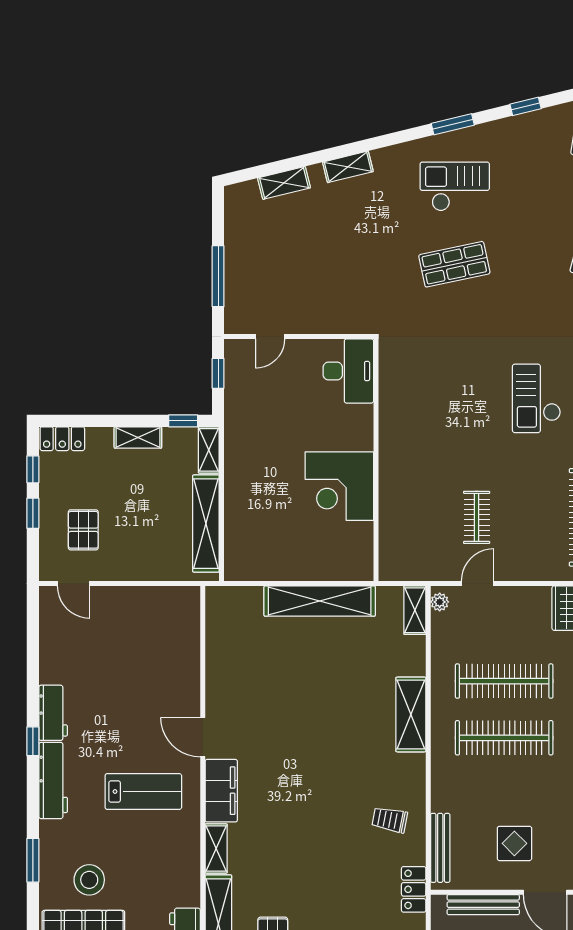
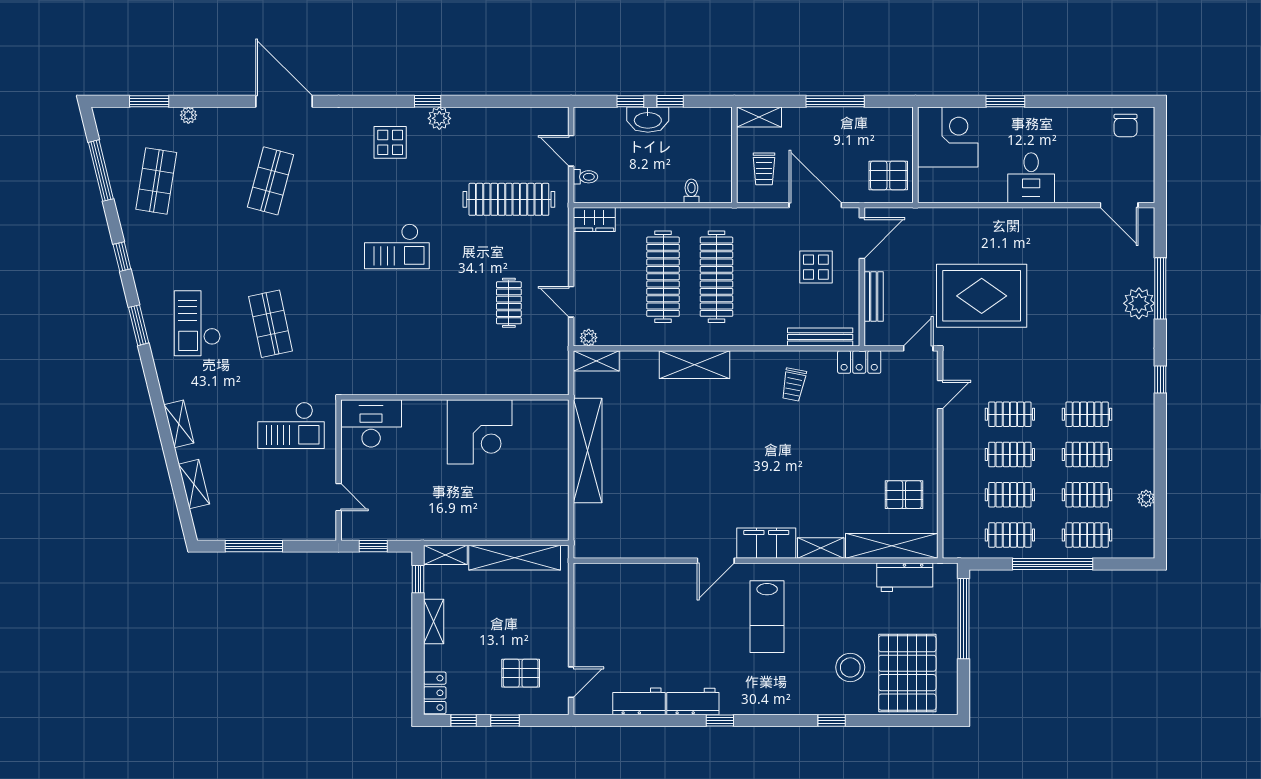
window: (218, 276) -> (254, 546), moved
checkout: (346, 286) -> (291, 425), added
clothes rail: (477, 517) -> (509, 303), turned 90
workbench: (53, 780) -> (639, 701), moved, width x0.73
lab bench: (143, 791) -> (767, 617), turned 180
window: (33, 860) -> (832, 721), width x0.67
bench: (483, 905) -> (874, 296), width x0.73

